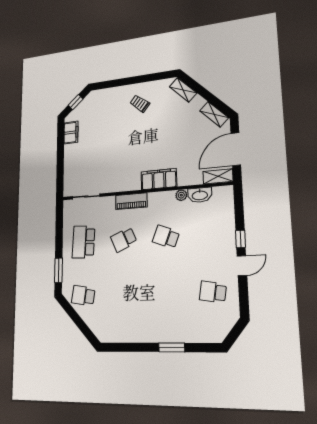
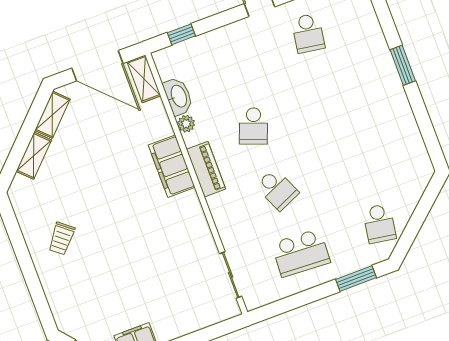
shelving: (183, 90) -> (34, 156), moved
piano: (131, 201) -> (206, 169), moved
window: (241, 239) -> (181, 34), moved

